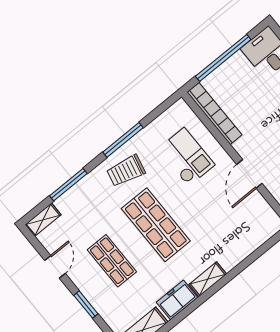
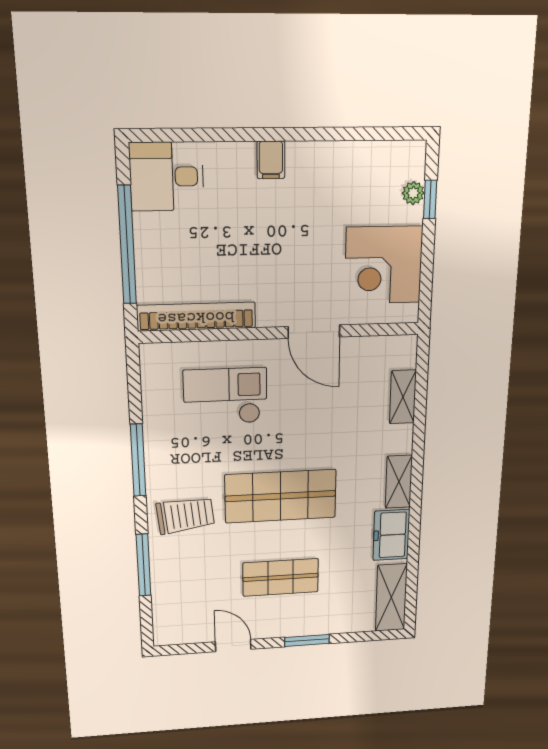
trolley: (126, 171) -> (185, 515), moved, turned -109
shelving: (43, 220) -> (403, 397), moved

